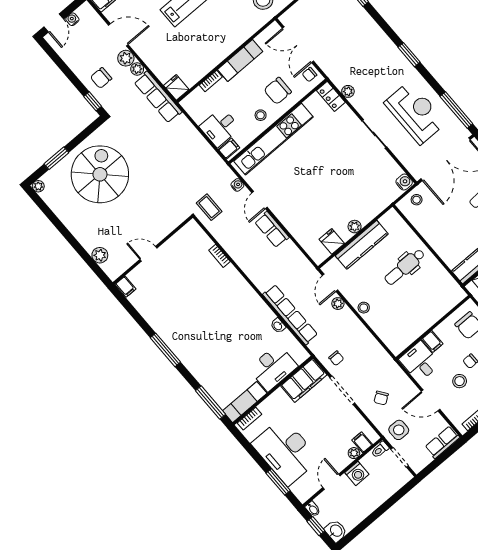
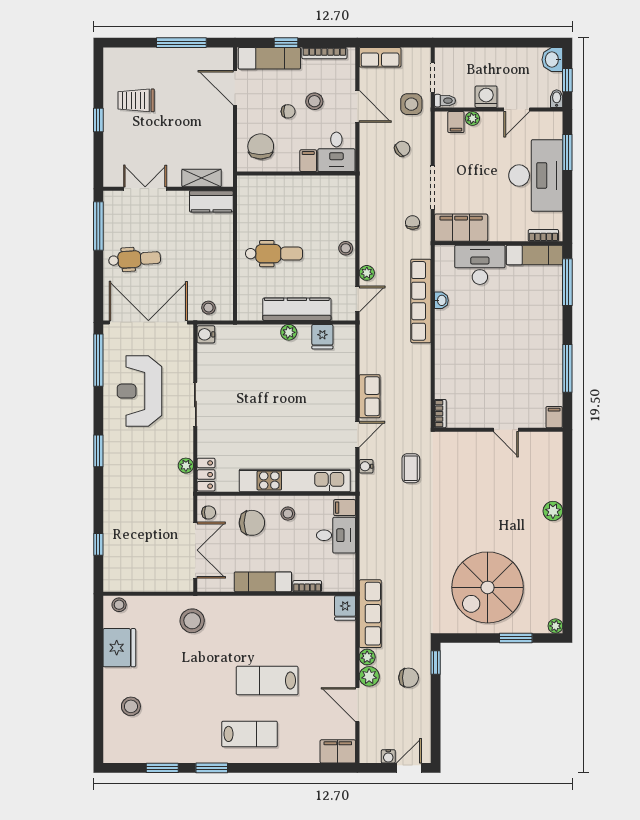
wall: (153, 250) -> (499, 430), moved
door: (148, 254) -> (506, 430), moved
filing cabinet: (125, 287) -> (554, 417), moved

